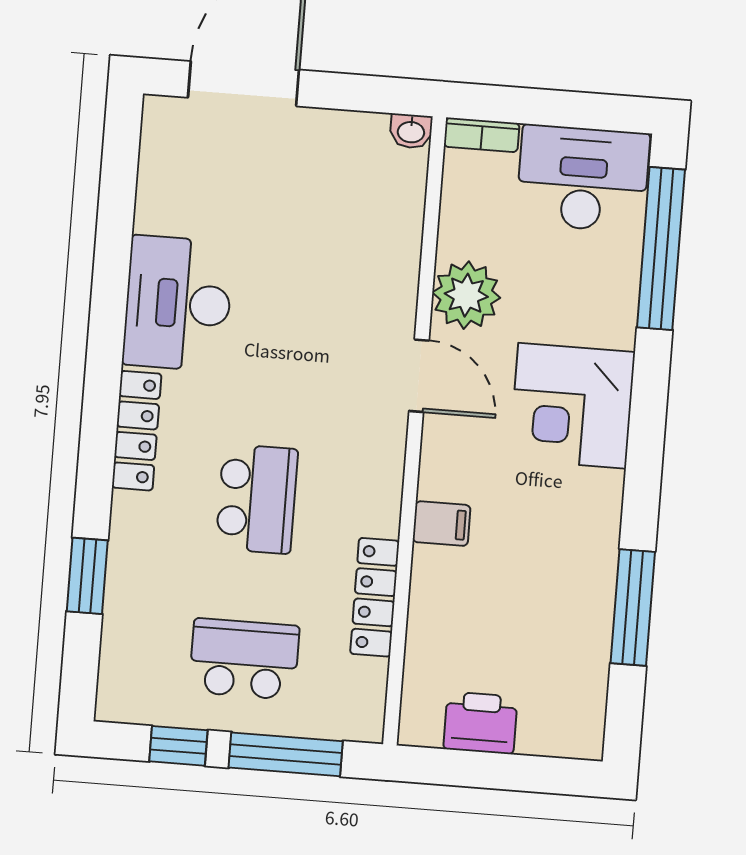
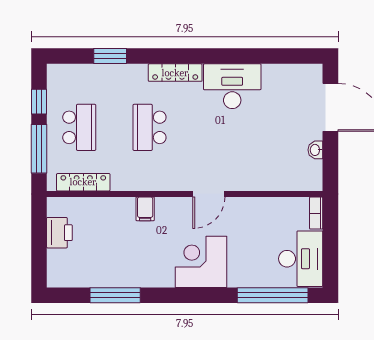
washbasin: (411, 131) -> (315, 150), moved
plant: (466, 295) -> (246, 212), removed
school desk: (257, 499) -> (150, 127), turned 90
locker: (375, 597) -> (83, 182), moved

